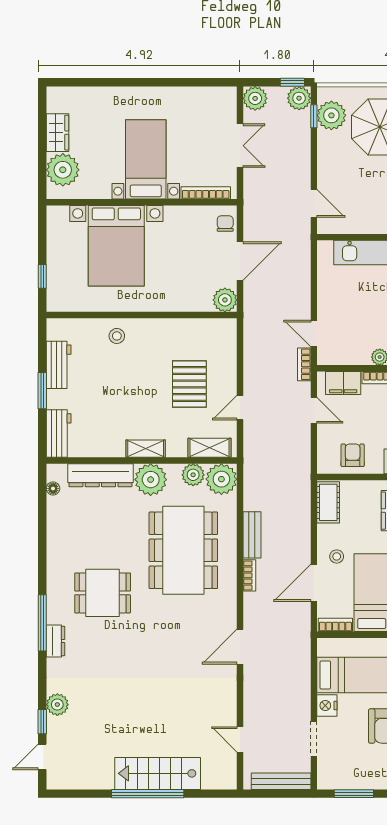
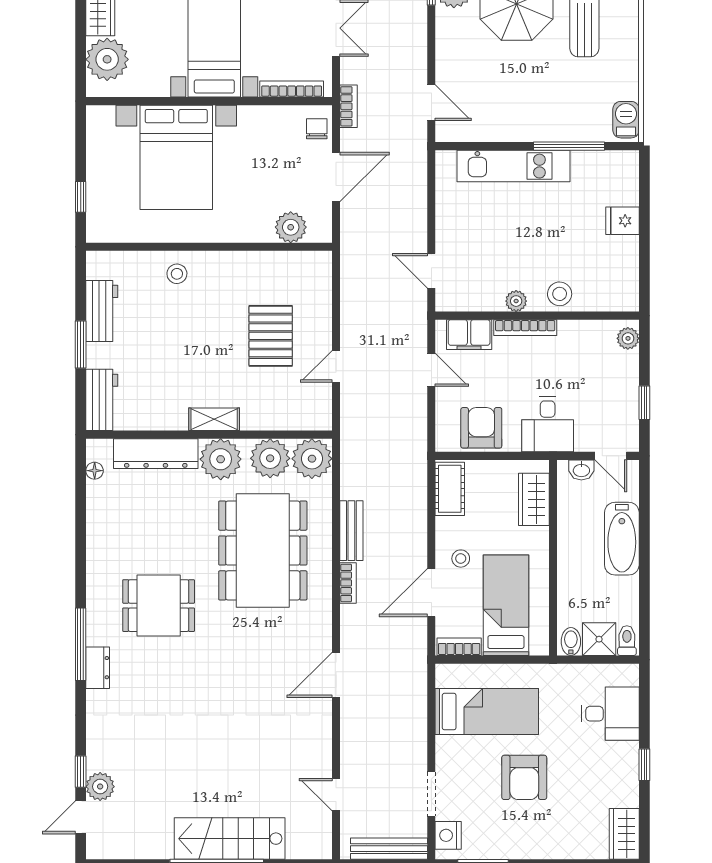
plant: (225, 300) -> (291, 227), moved
bookcase: (304, 364) -> (348, 106), moved, turned 180
shelving: (209, 448) -> (296, 418), removed
armchair: (353, 455) -> (481, 428), width x1.38, depth x1.38
plant: (193, 475) -> (270, 458), width x1.36, depth x1.36
plant: (57, 705) -> (100, 787), moved
nightstand: (327, 706) -> (448, 835), moved

